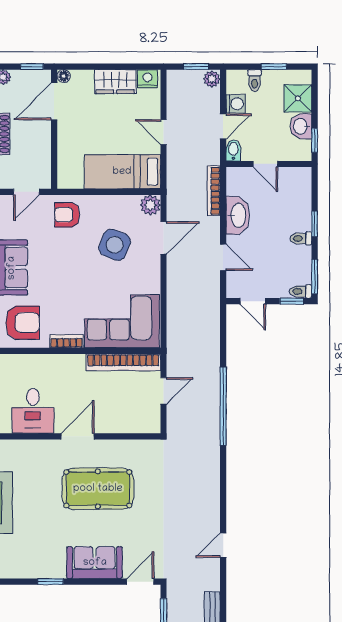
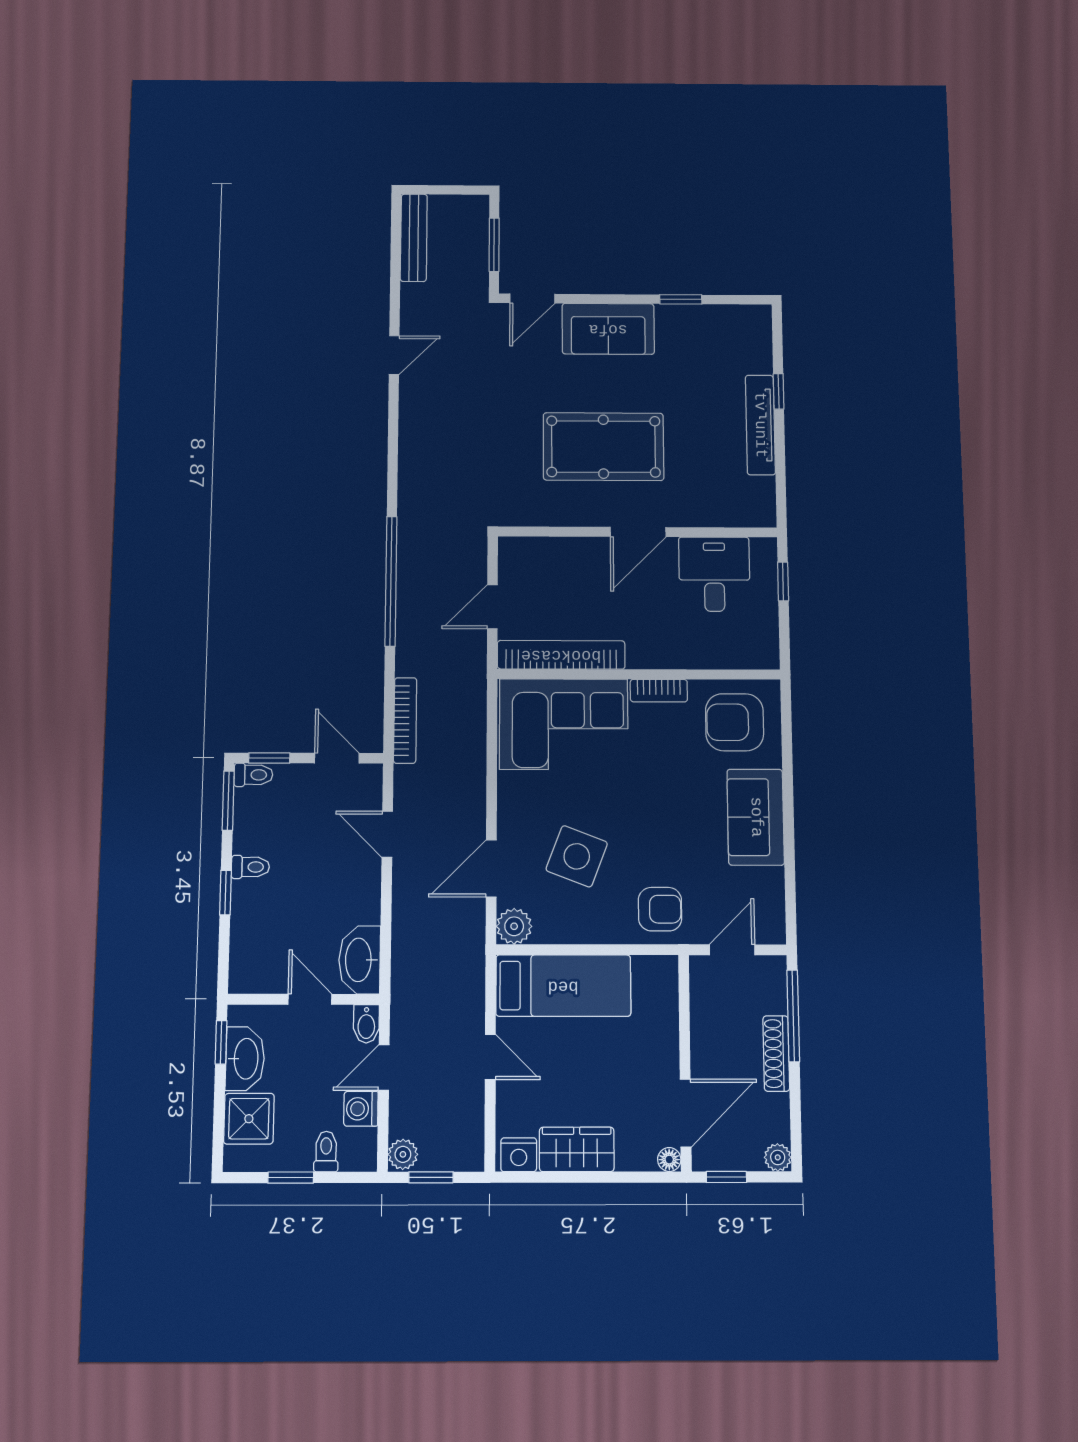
washbasin: (301, 126) -> (245, 1059), width x1.38
bookcase: (214, 191) -> (405, 720), moved
washbasin: (238, 215) -> (360, 960), moved

